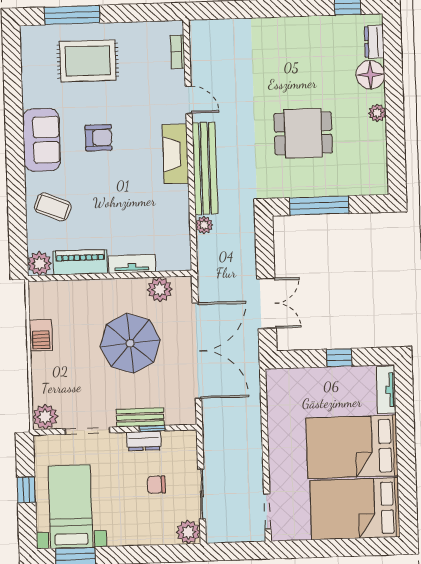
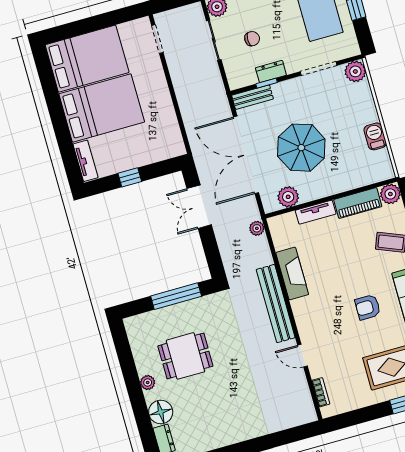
dining table: (303, 133) -> (185, 356), moved
fireplace: (175, 154) -> (292, 274), moved
plant: (204, 225) -> (257, 228), moved
bench: (140, 417) -> (252, 97), moved

